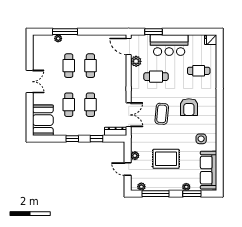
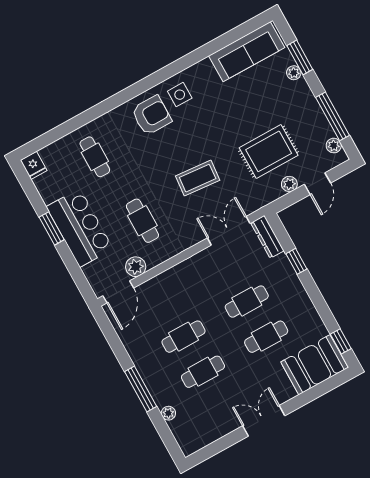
window: (65, 32) -> (141, 389), moved
window: (153, 32) -> (52, 228), moved
armchair: (189, 107) -> (151, 115), moved
window: (72, 139) -> (341, 341), moved
side table: (201, 139) -> (180, 95), moved
rug: (166, 159) -> (269, 151), moved, turned 90

